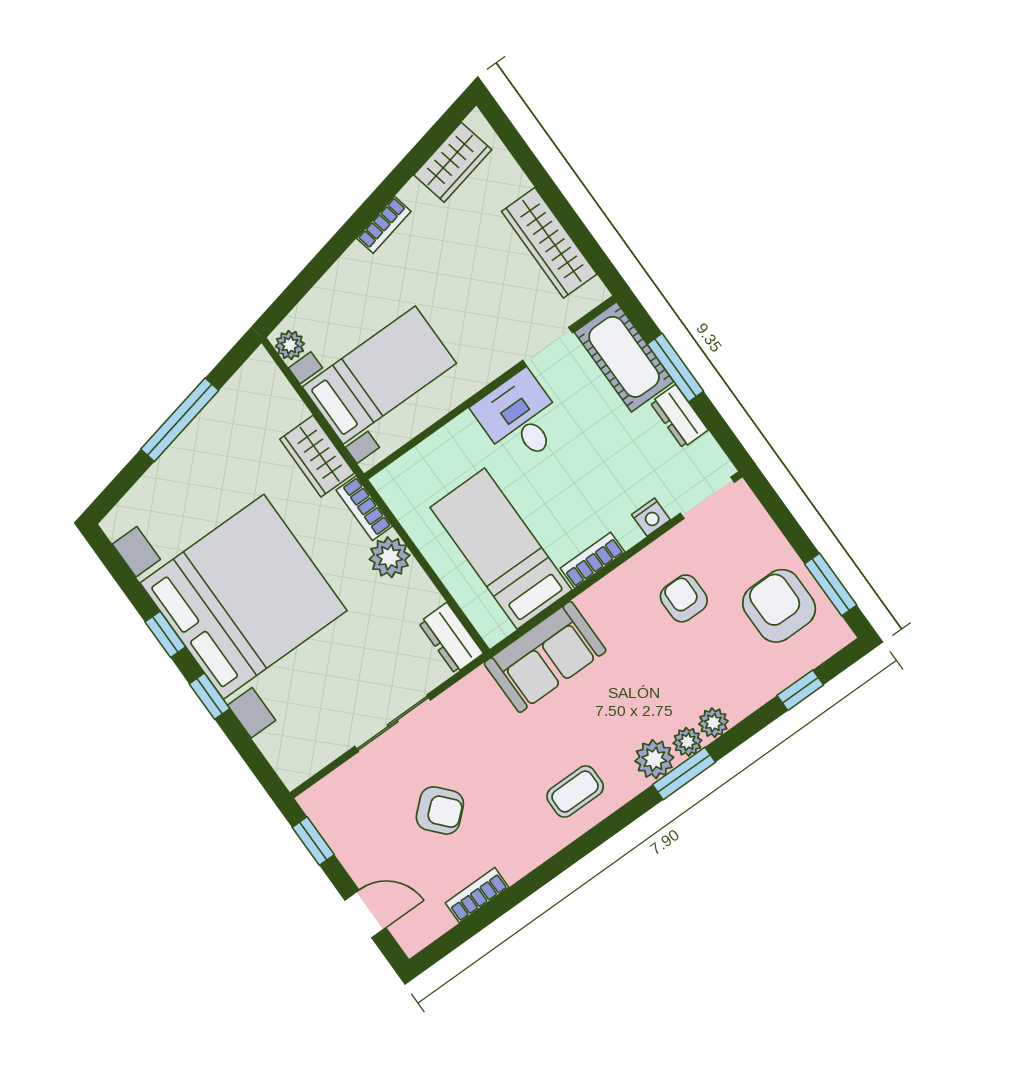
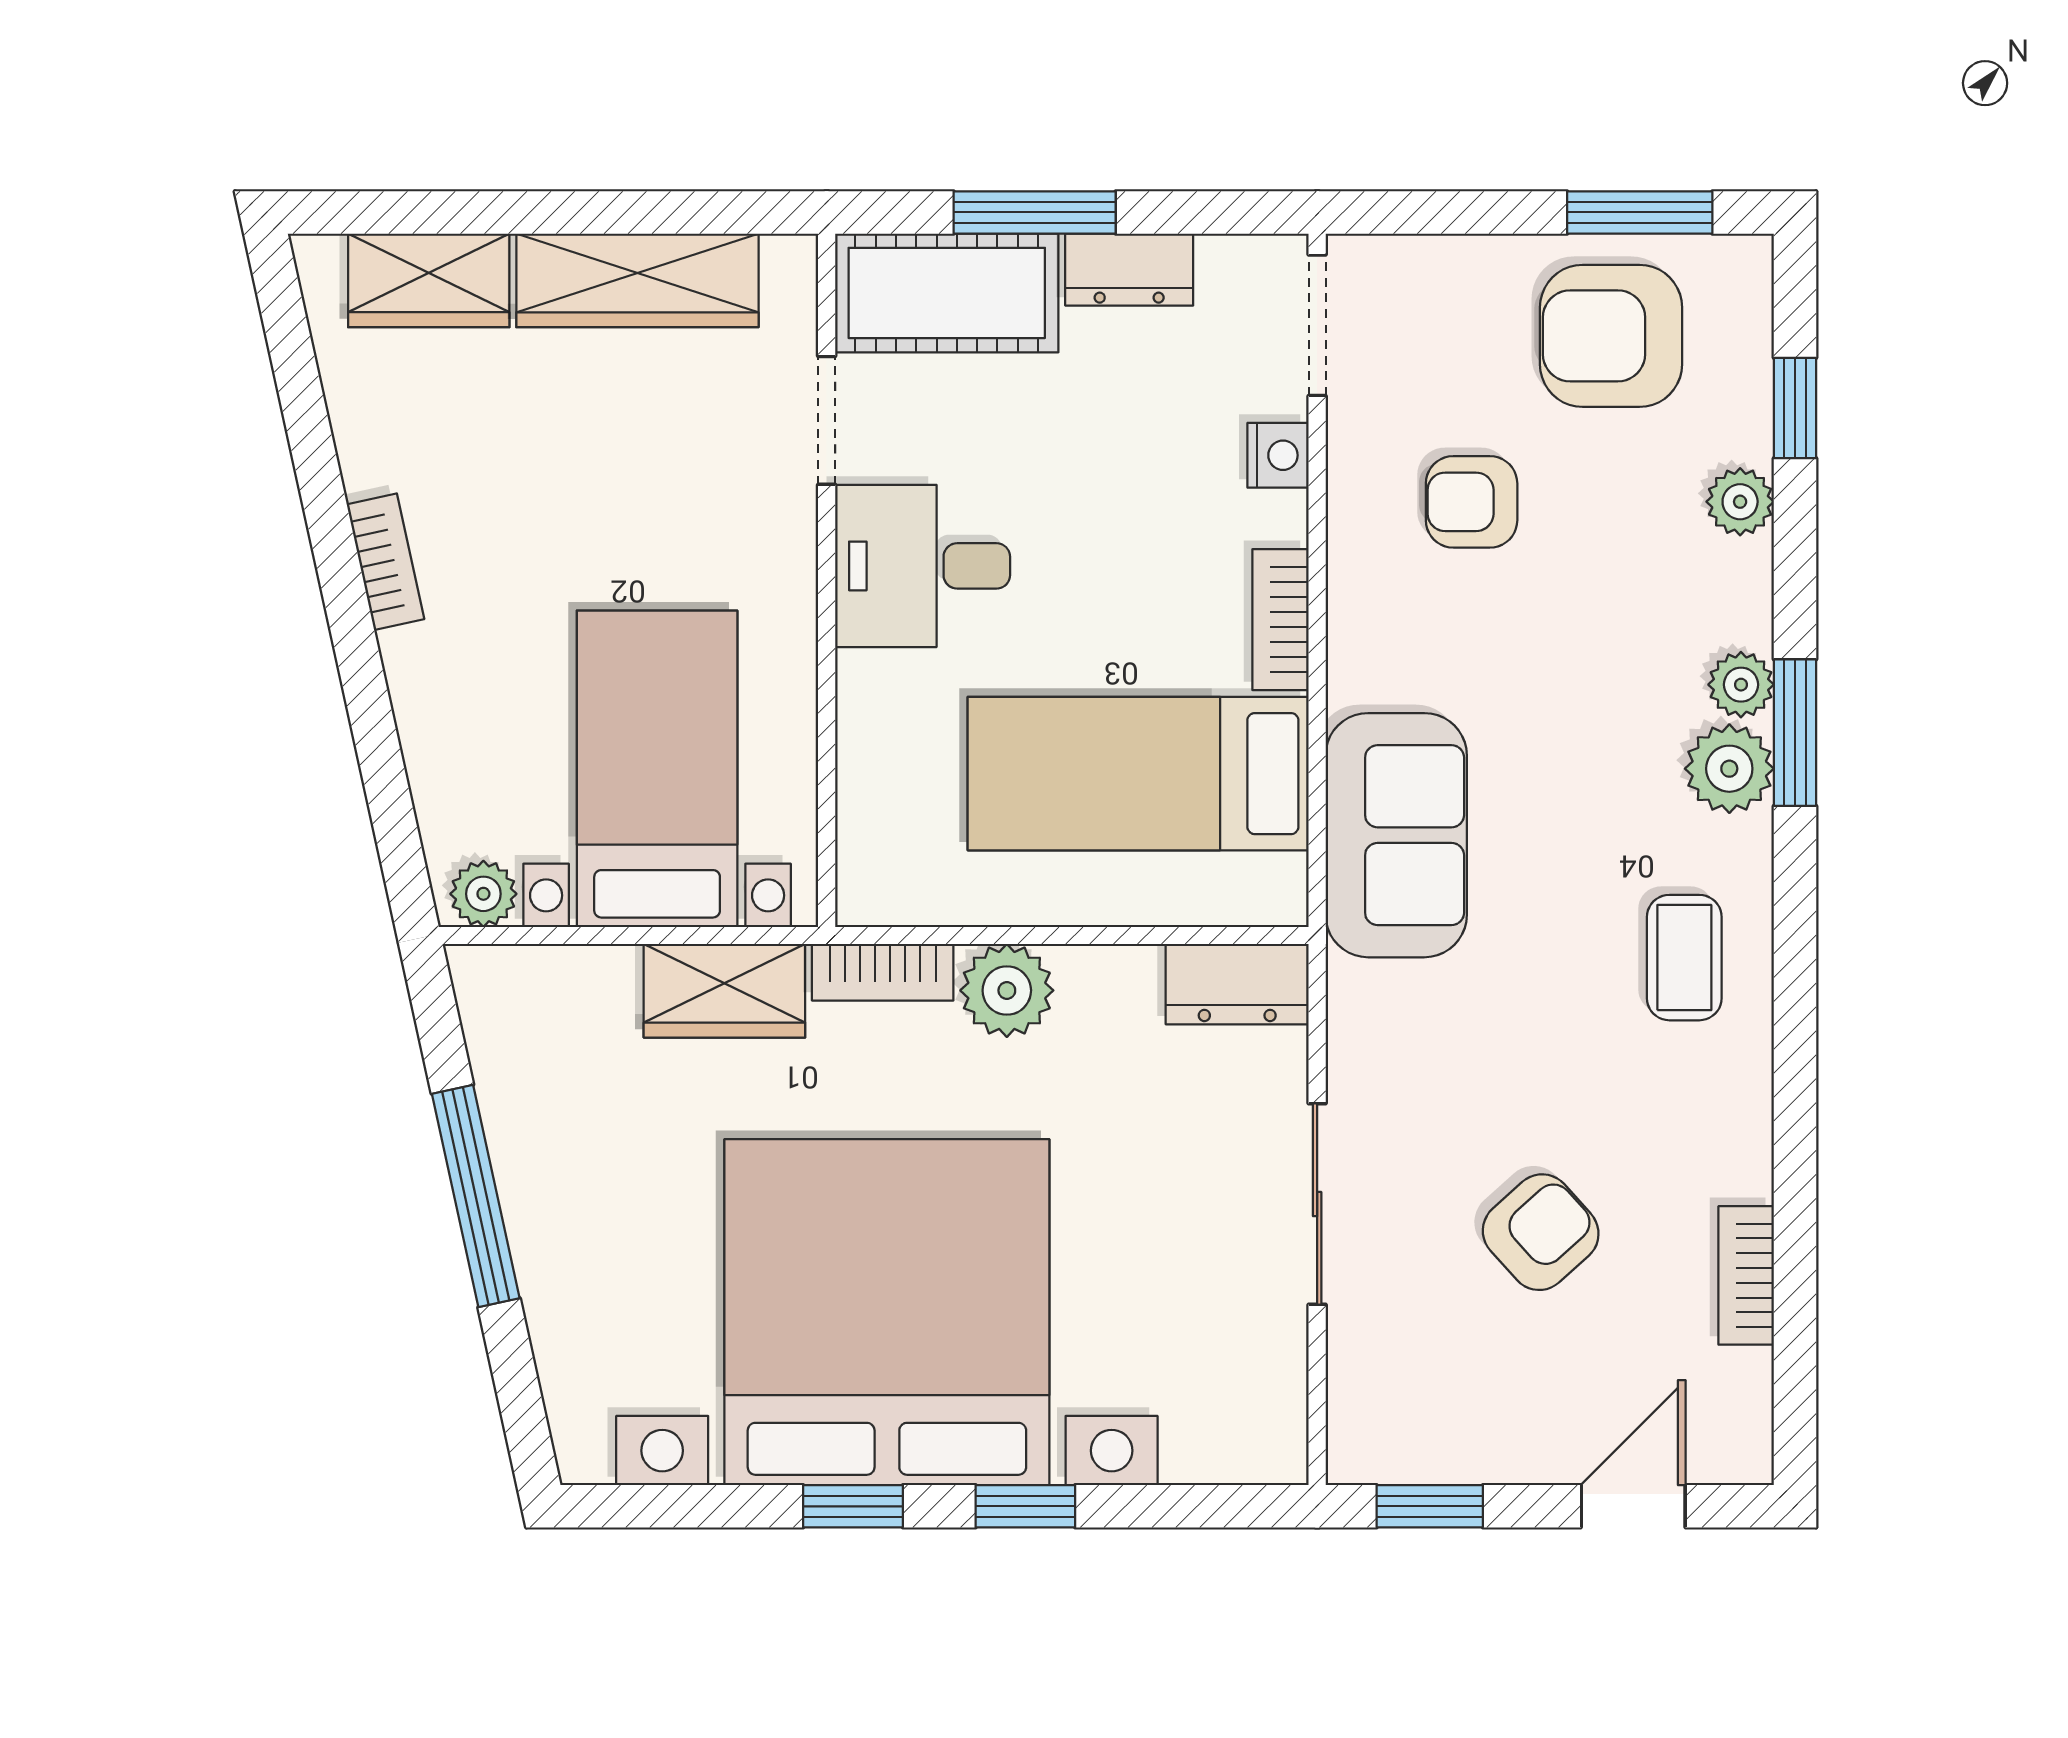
wardrobe: (453, 162) -> (429, 280), moved, turned 102
plant: (713, 723) -> (1740, 502), moved

